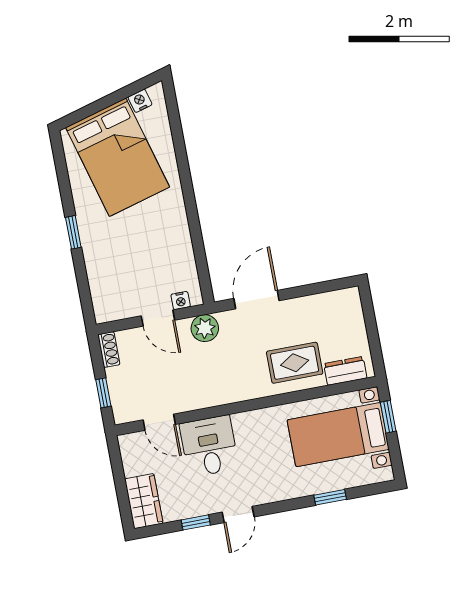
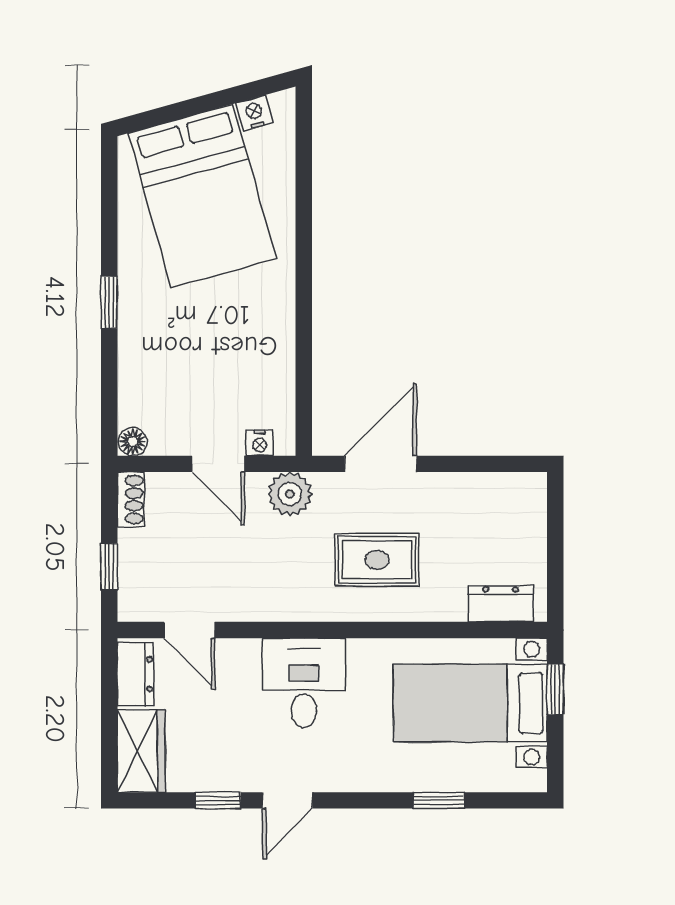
floor lamp: (103, 314) -> (133, 442), added
rug: (295, 363) -> (377, 560), moved
desk: (209, 446) -> (304, 683), moved
dresser: (132, 455) -> (135, 674), added

